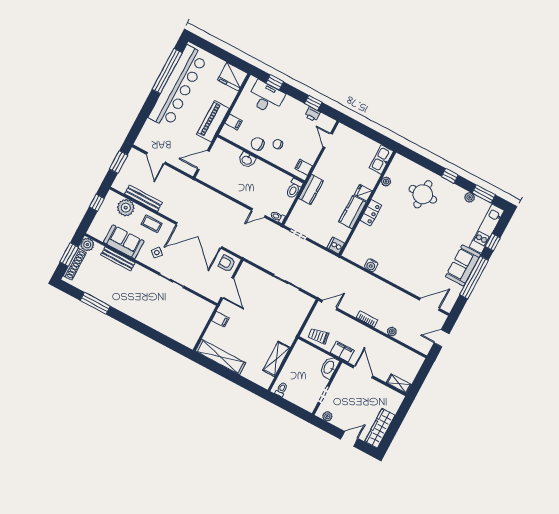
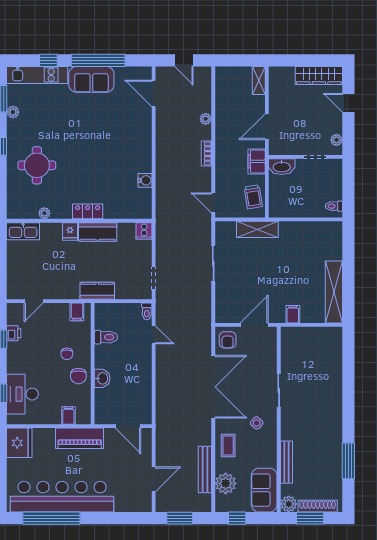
toilet: (294, 189) -> (106, 337), moved
sofa: (124, 242) -> (264, 490), moved
shelving: (276, 359) -> (257, 229), moved

